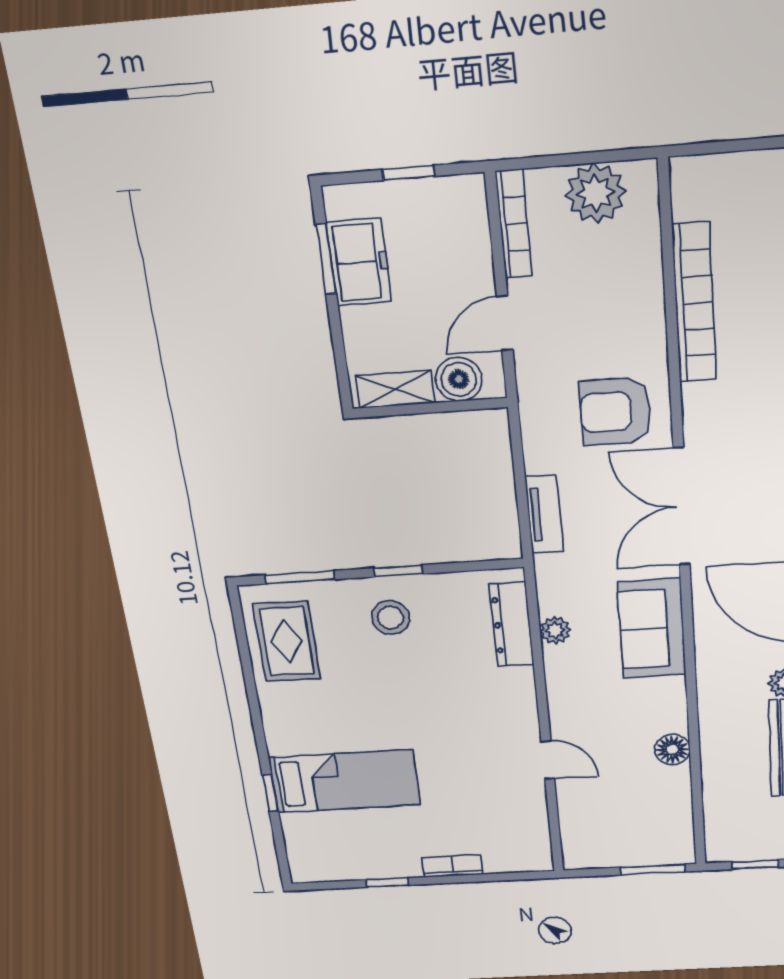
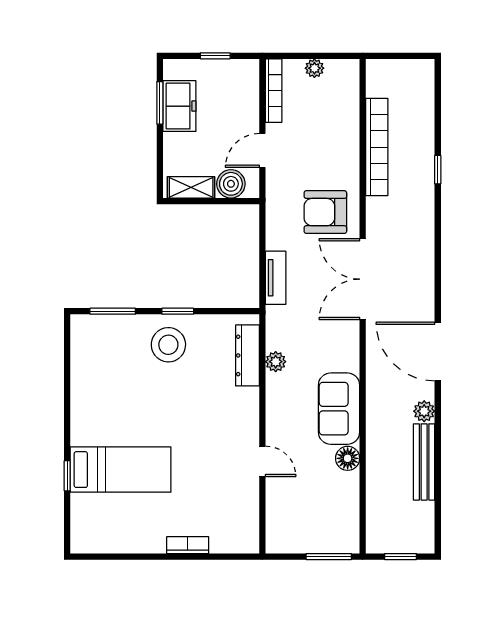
plant: (596, 193) -> (314, 68), width x0.53, depth x0.53
stool: (391, 618) -> (168, 345), width x1.38, depth x1.38
sofa: (652, 629) -> (339, 409), moved
rug: (287, 641) -> (97, 358), removed
window: (387, 882) -> (140, 557), removed

